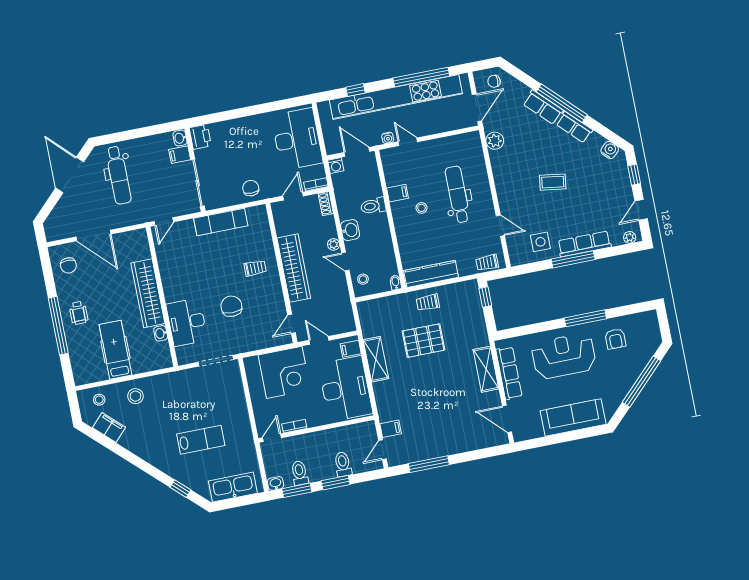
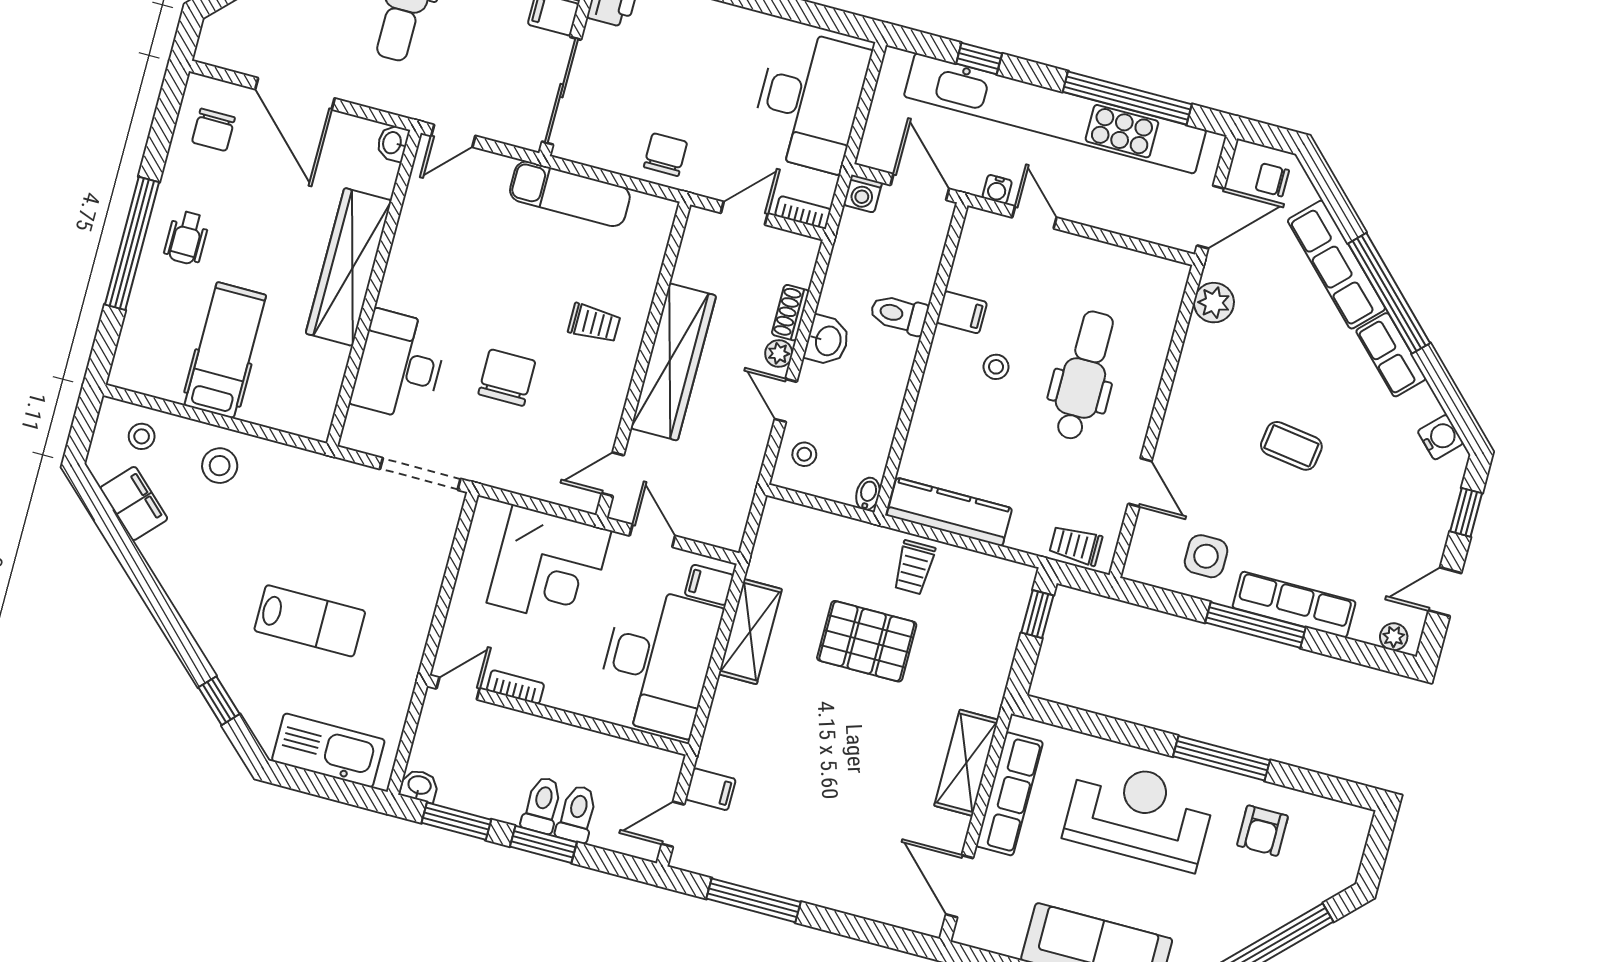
row of seats: (543, 107) -> (1336, 265), width x1.48
shoe rack: (326, 204) -> (790, 313), moved
trolley: (428, 302) -> (914, 567), turned -90
washbasin: (161, 333) -> (393, 143), moved
toilet: (300, 473) -> (542, 805), moved

